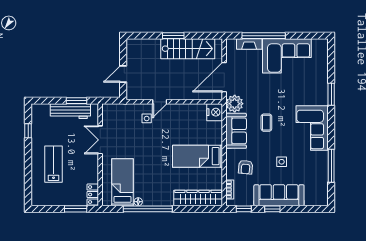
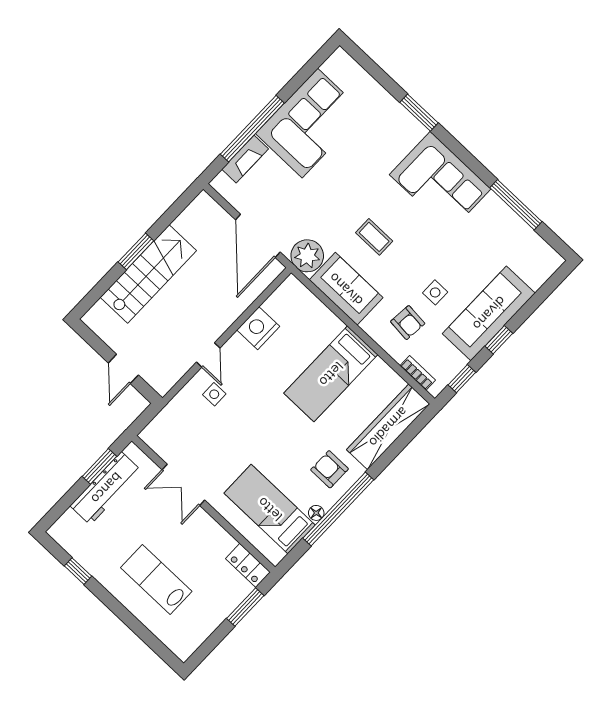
stairs: (188, 49) -> (148, 274), moved
nightstand: (215, 112) -> (258, 328), moved, turned -90
side table: (282, 162) -> (435, 292), moved
armchair: (160, 191) -> (330, 469), added

